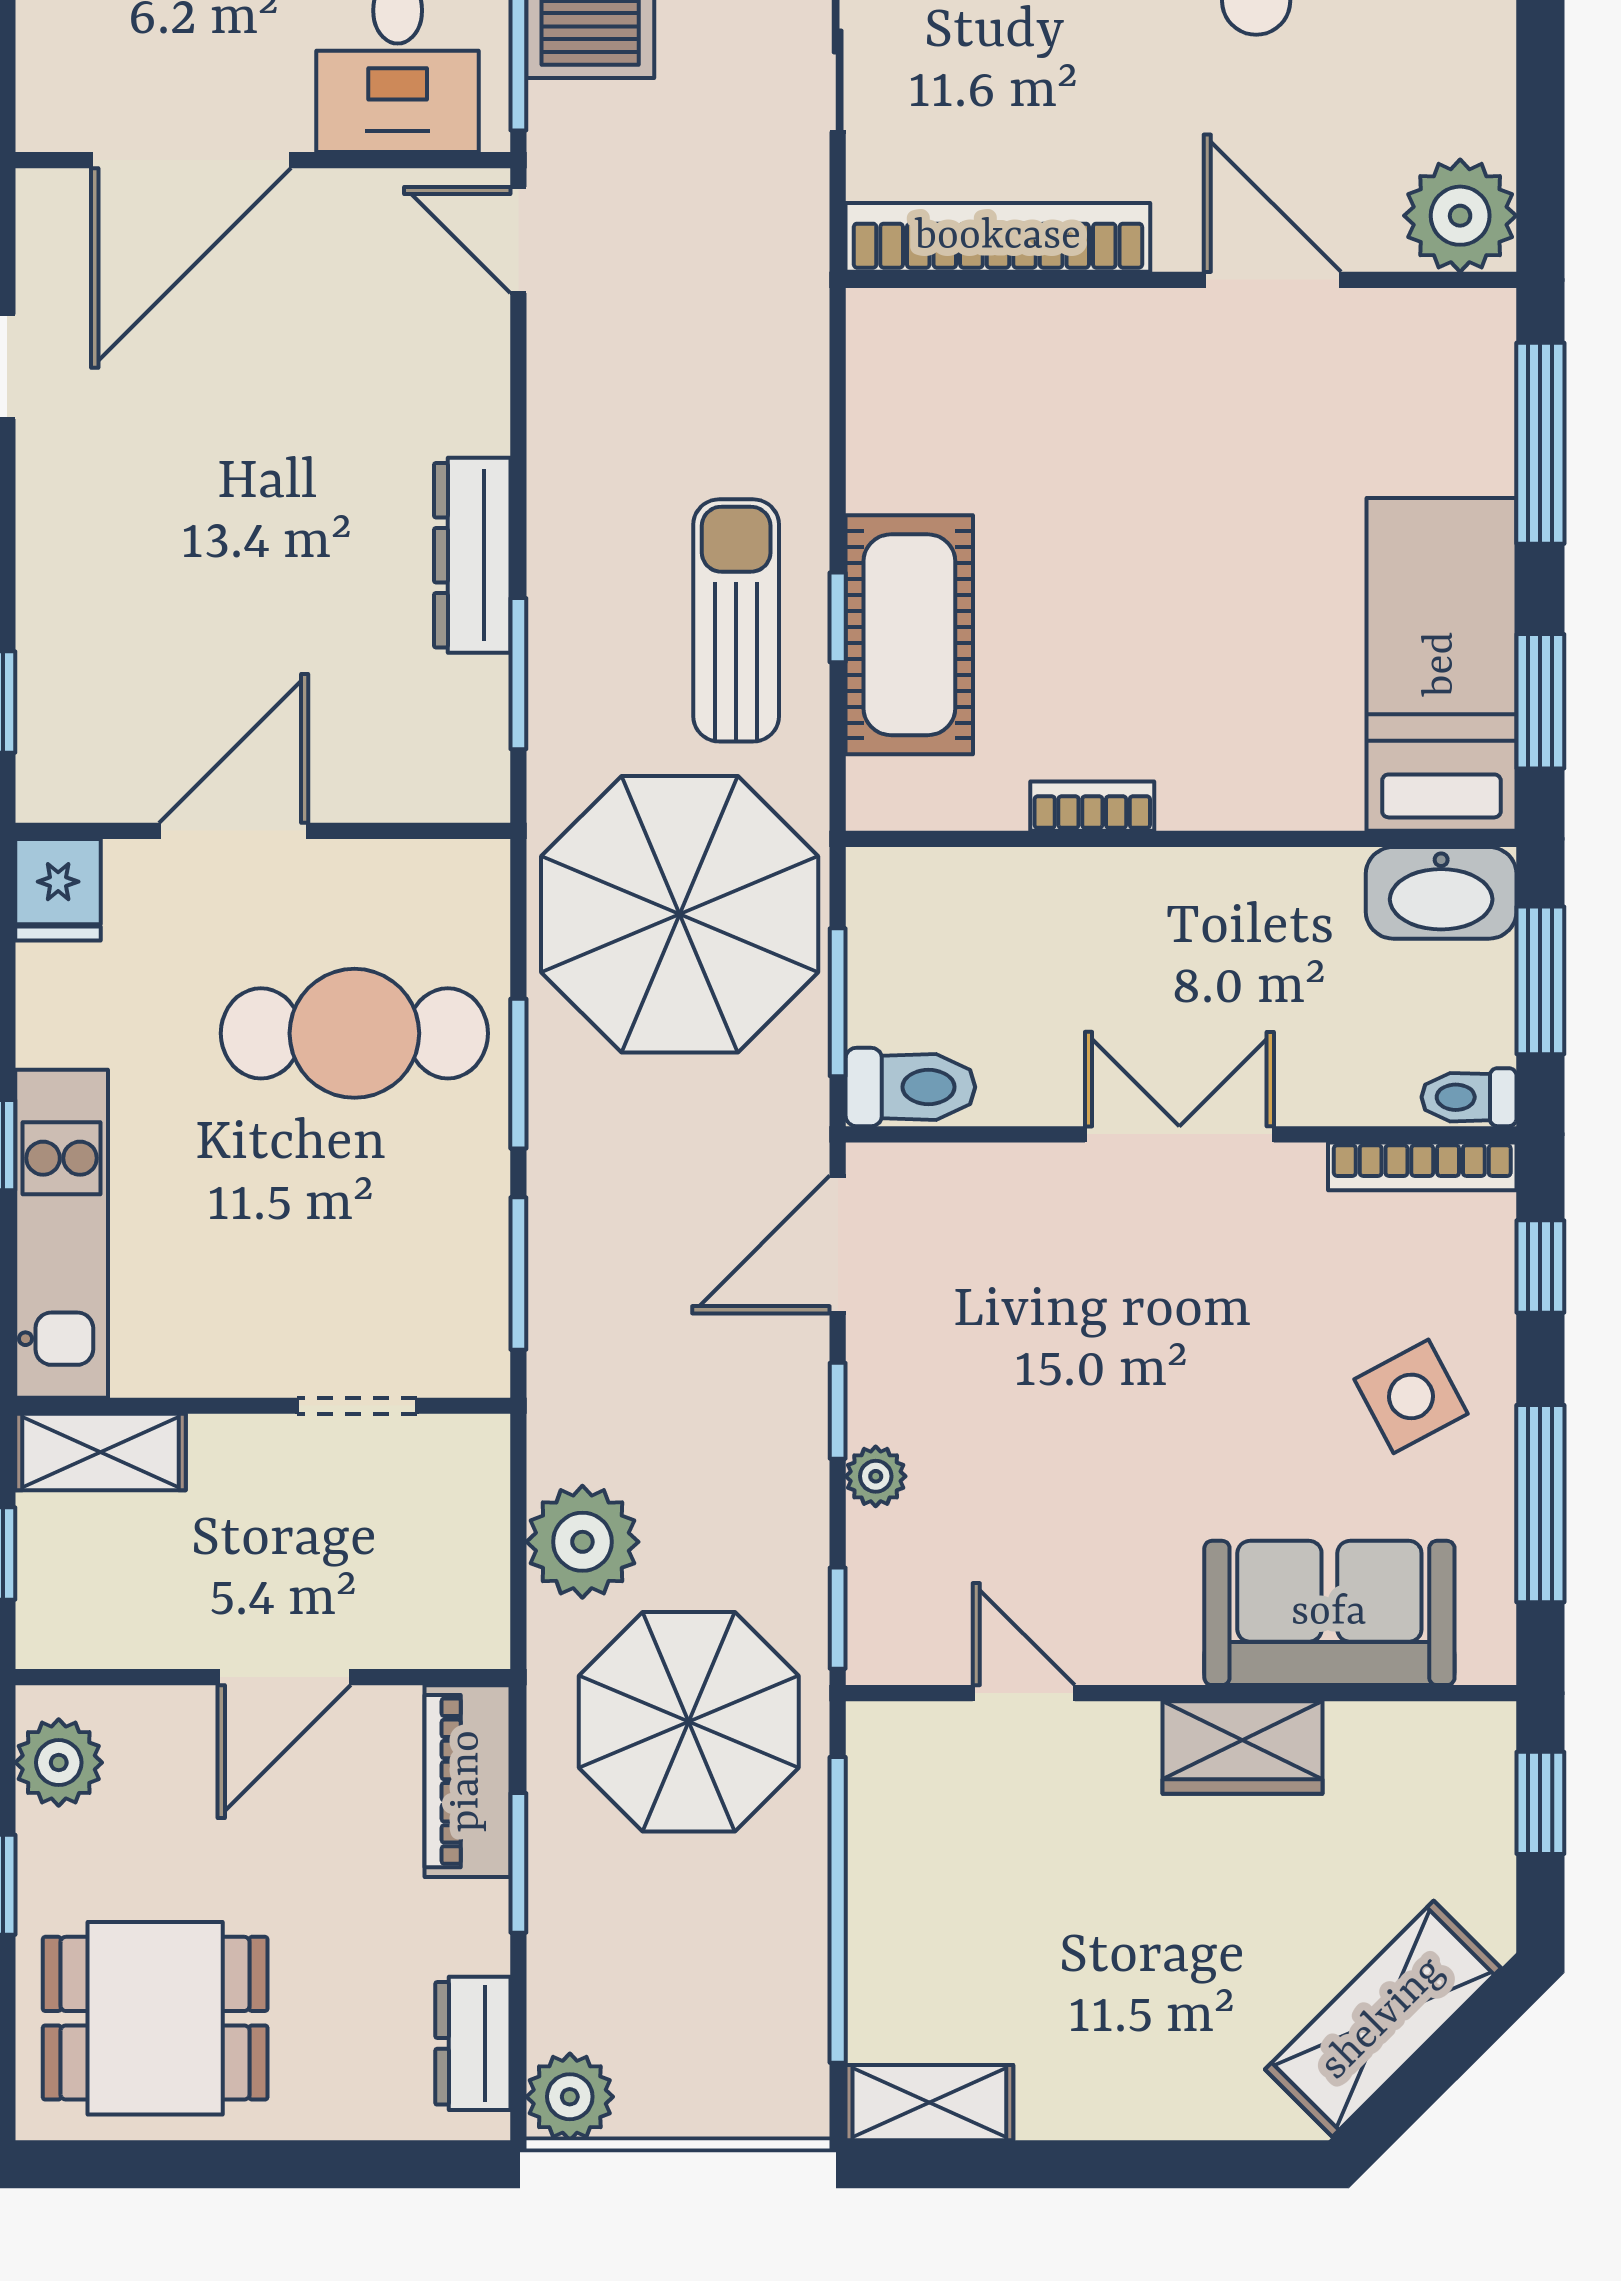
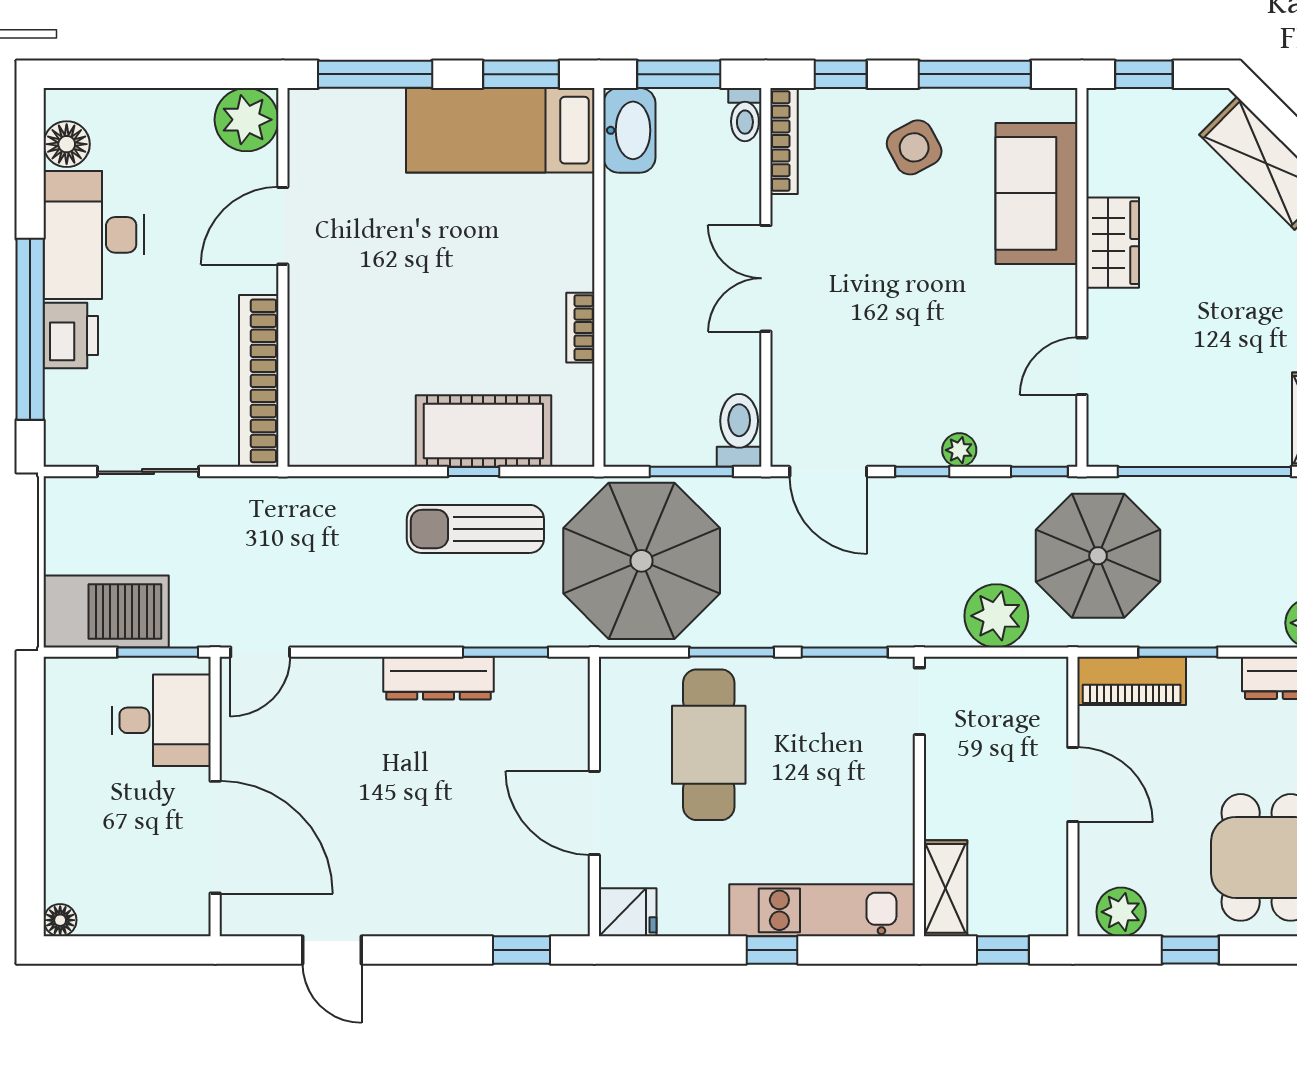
doorway: (357, 1406) -> (919, 701), moved

